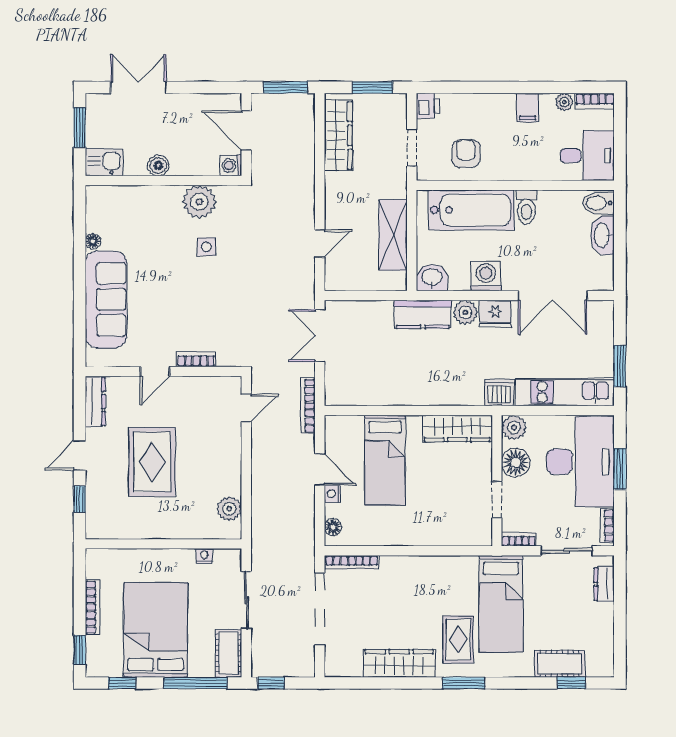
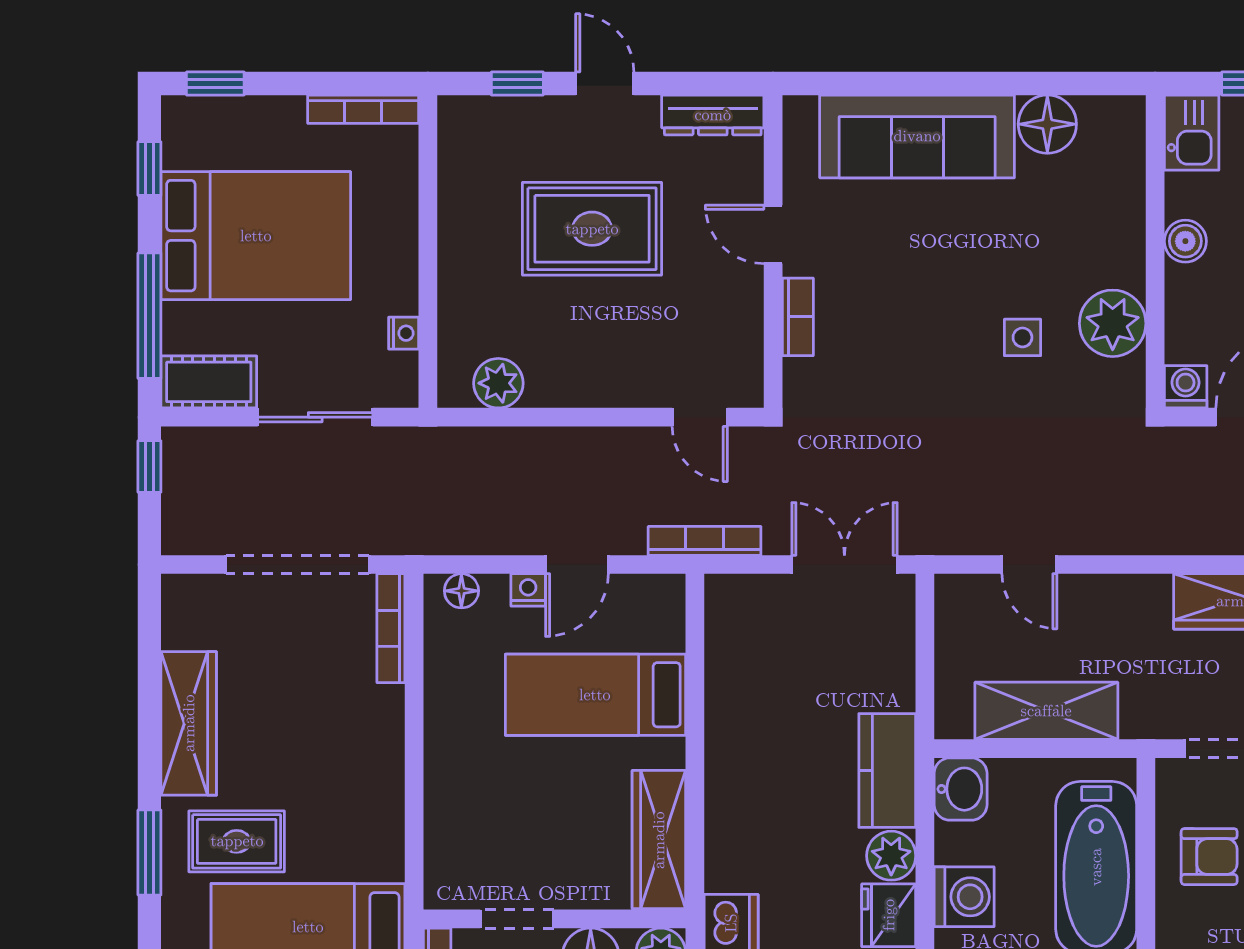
floor lamp: (93, 241) -> (1047, 124), width x1.89, depth x1.89
bookcase: (92, 607) -> (363, 109), moved

